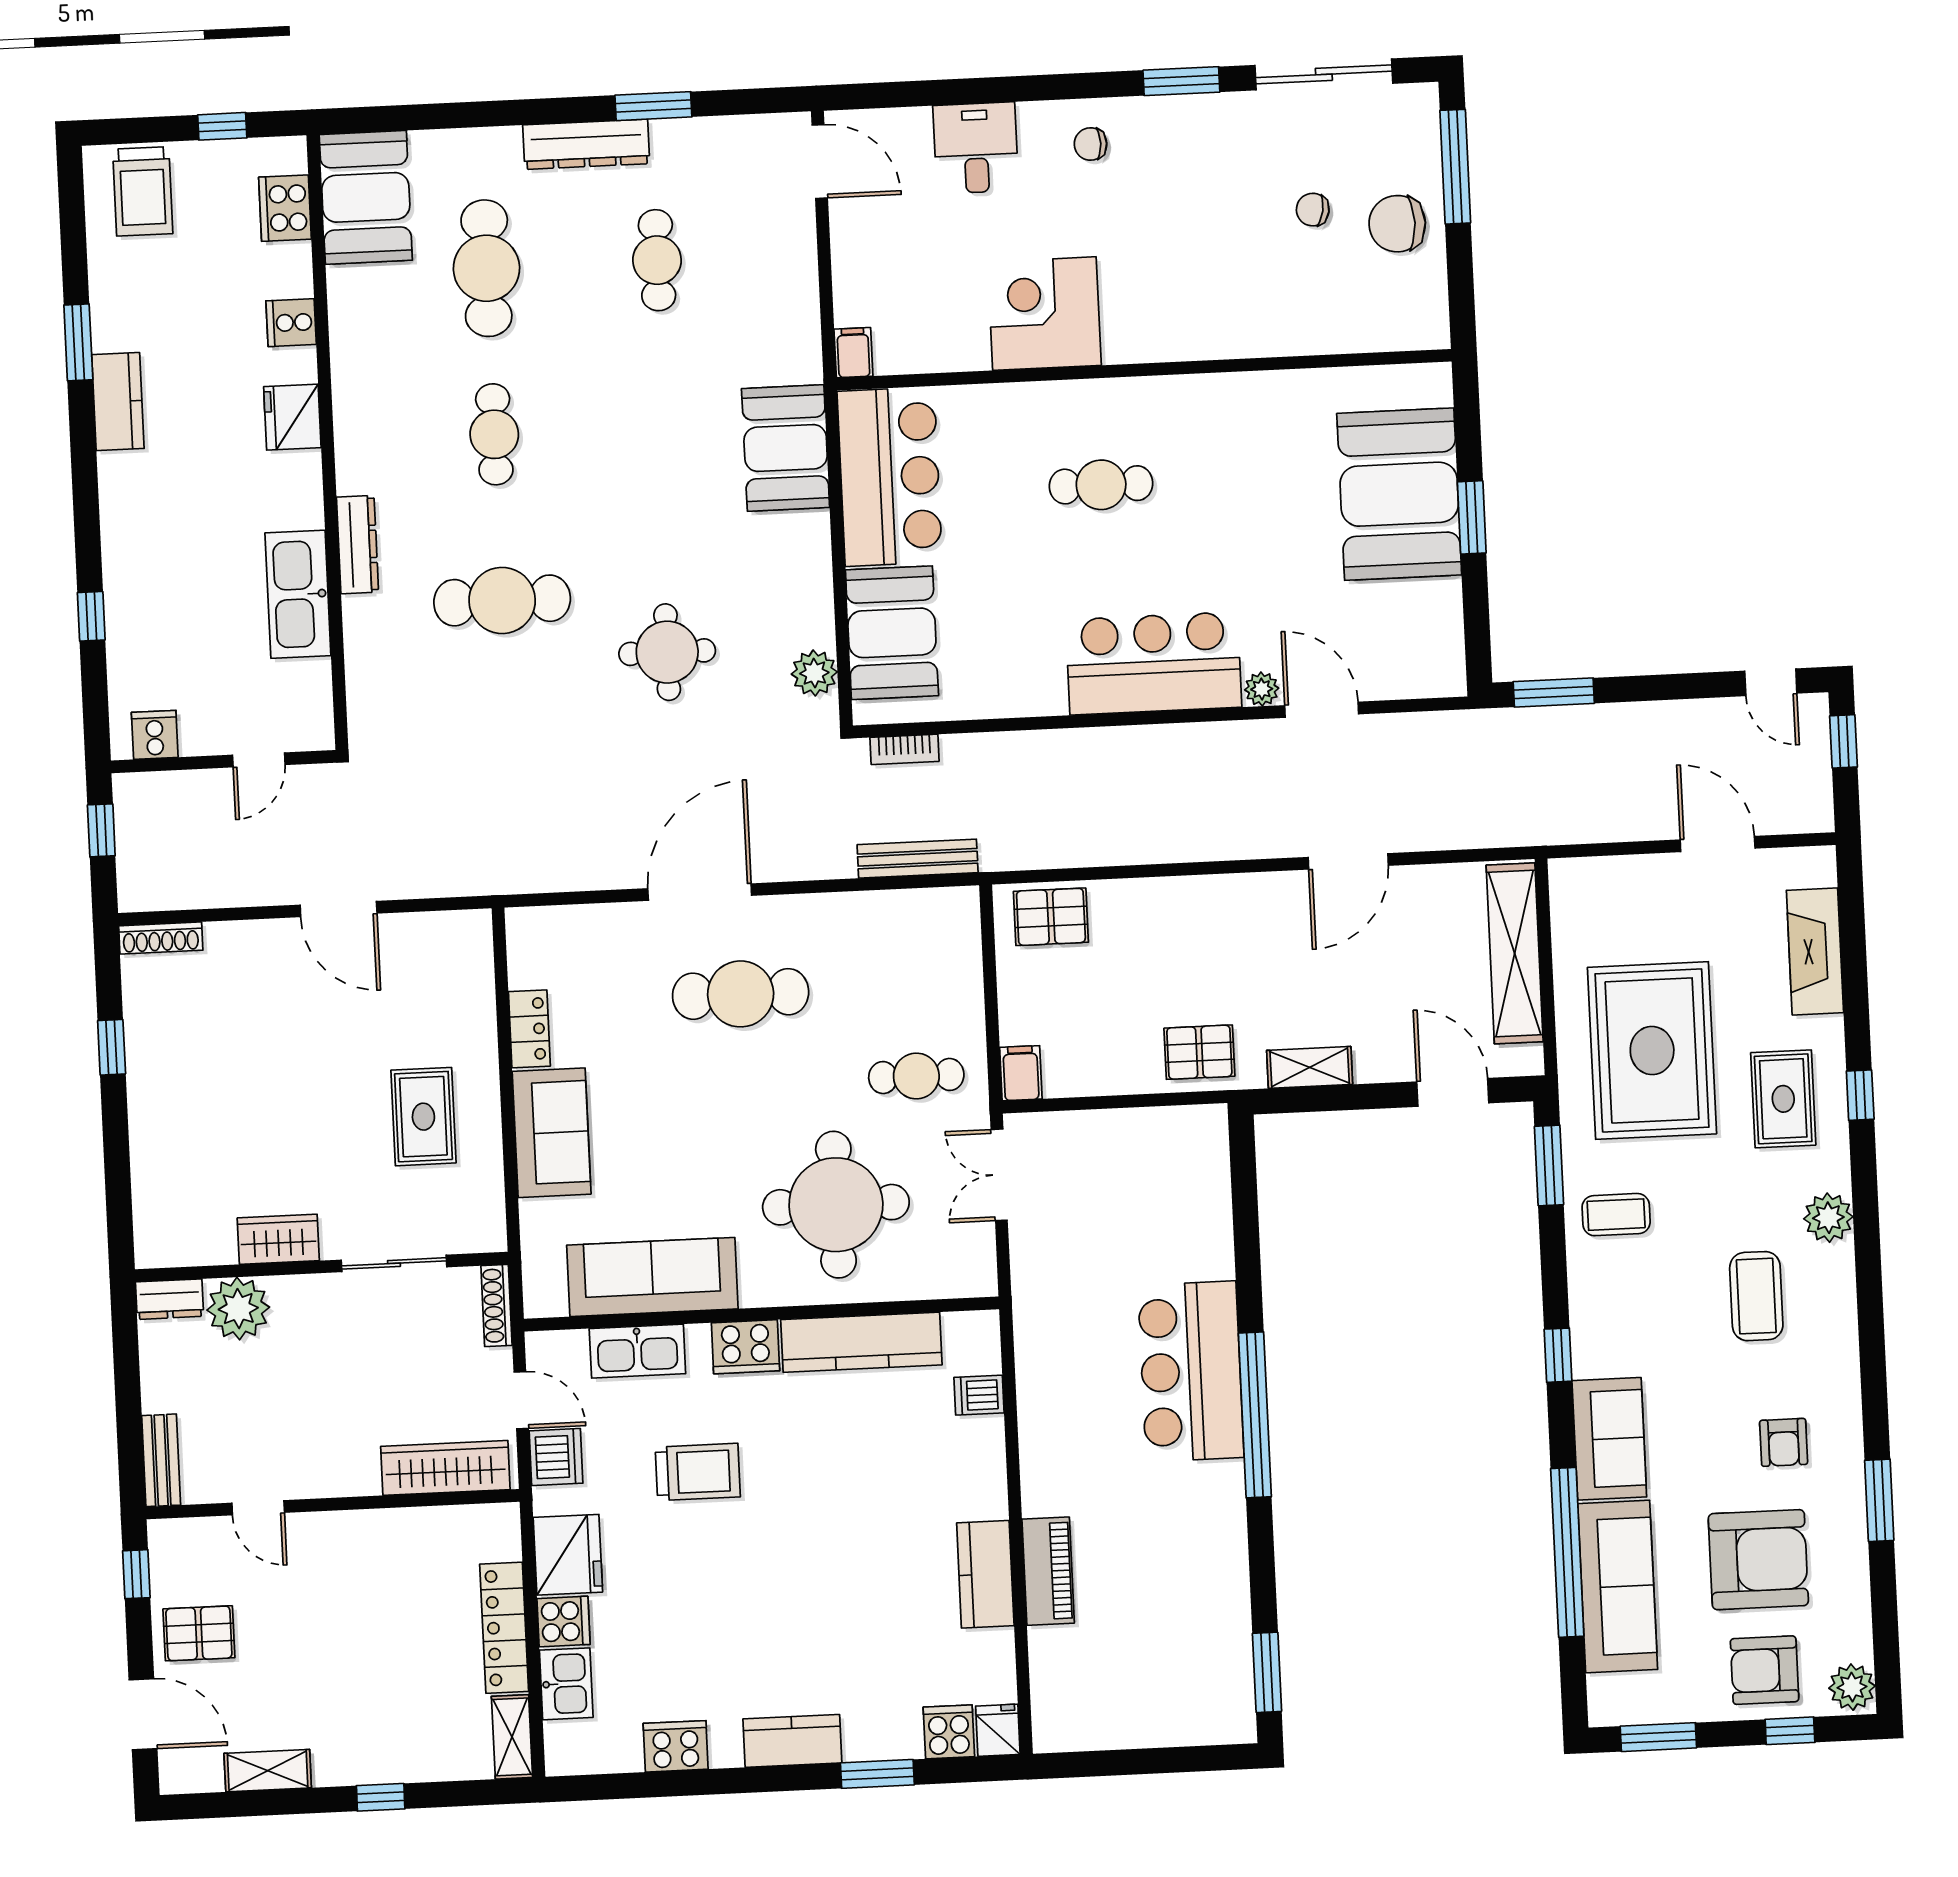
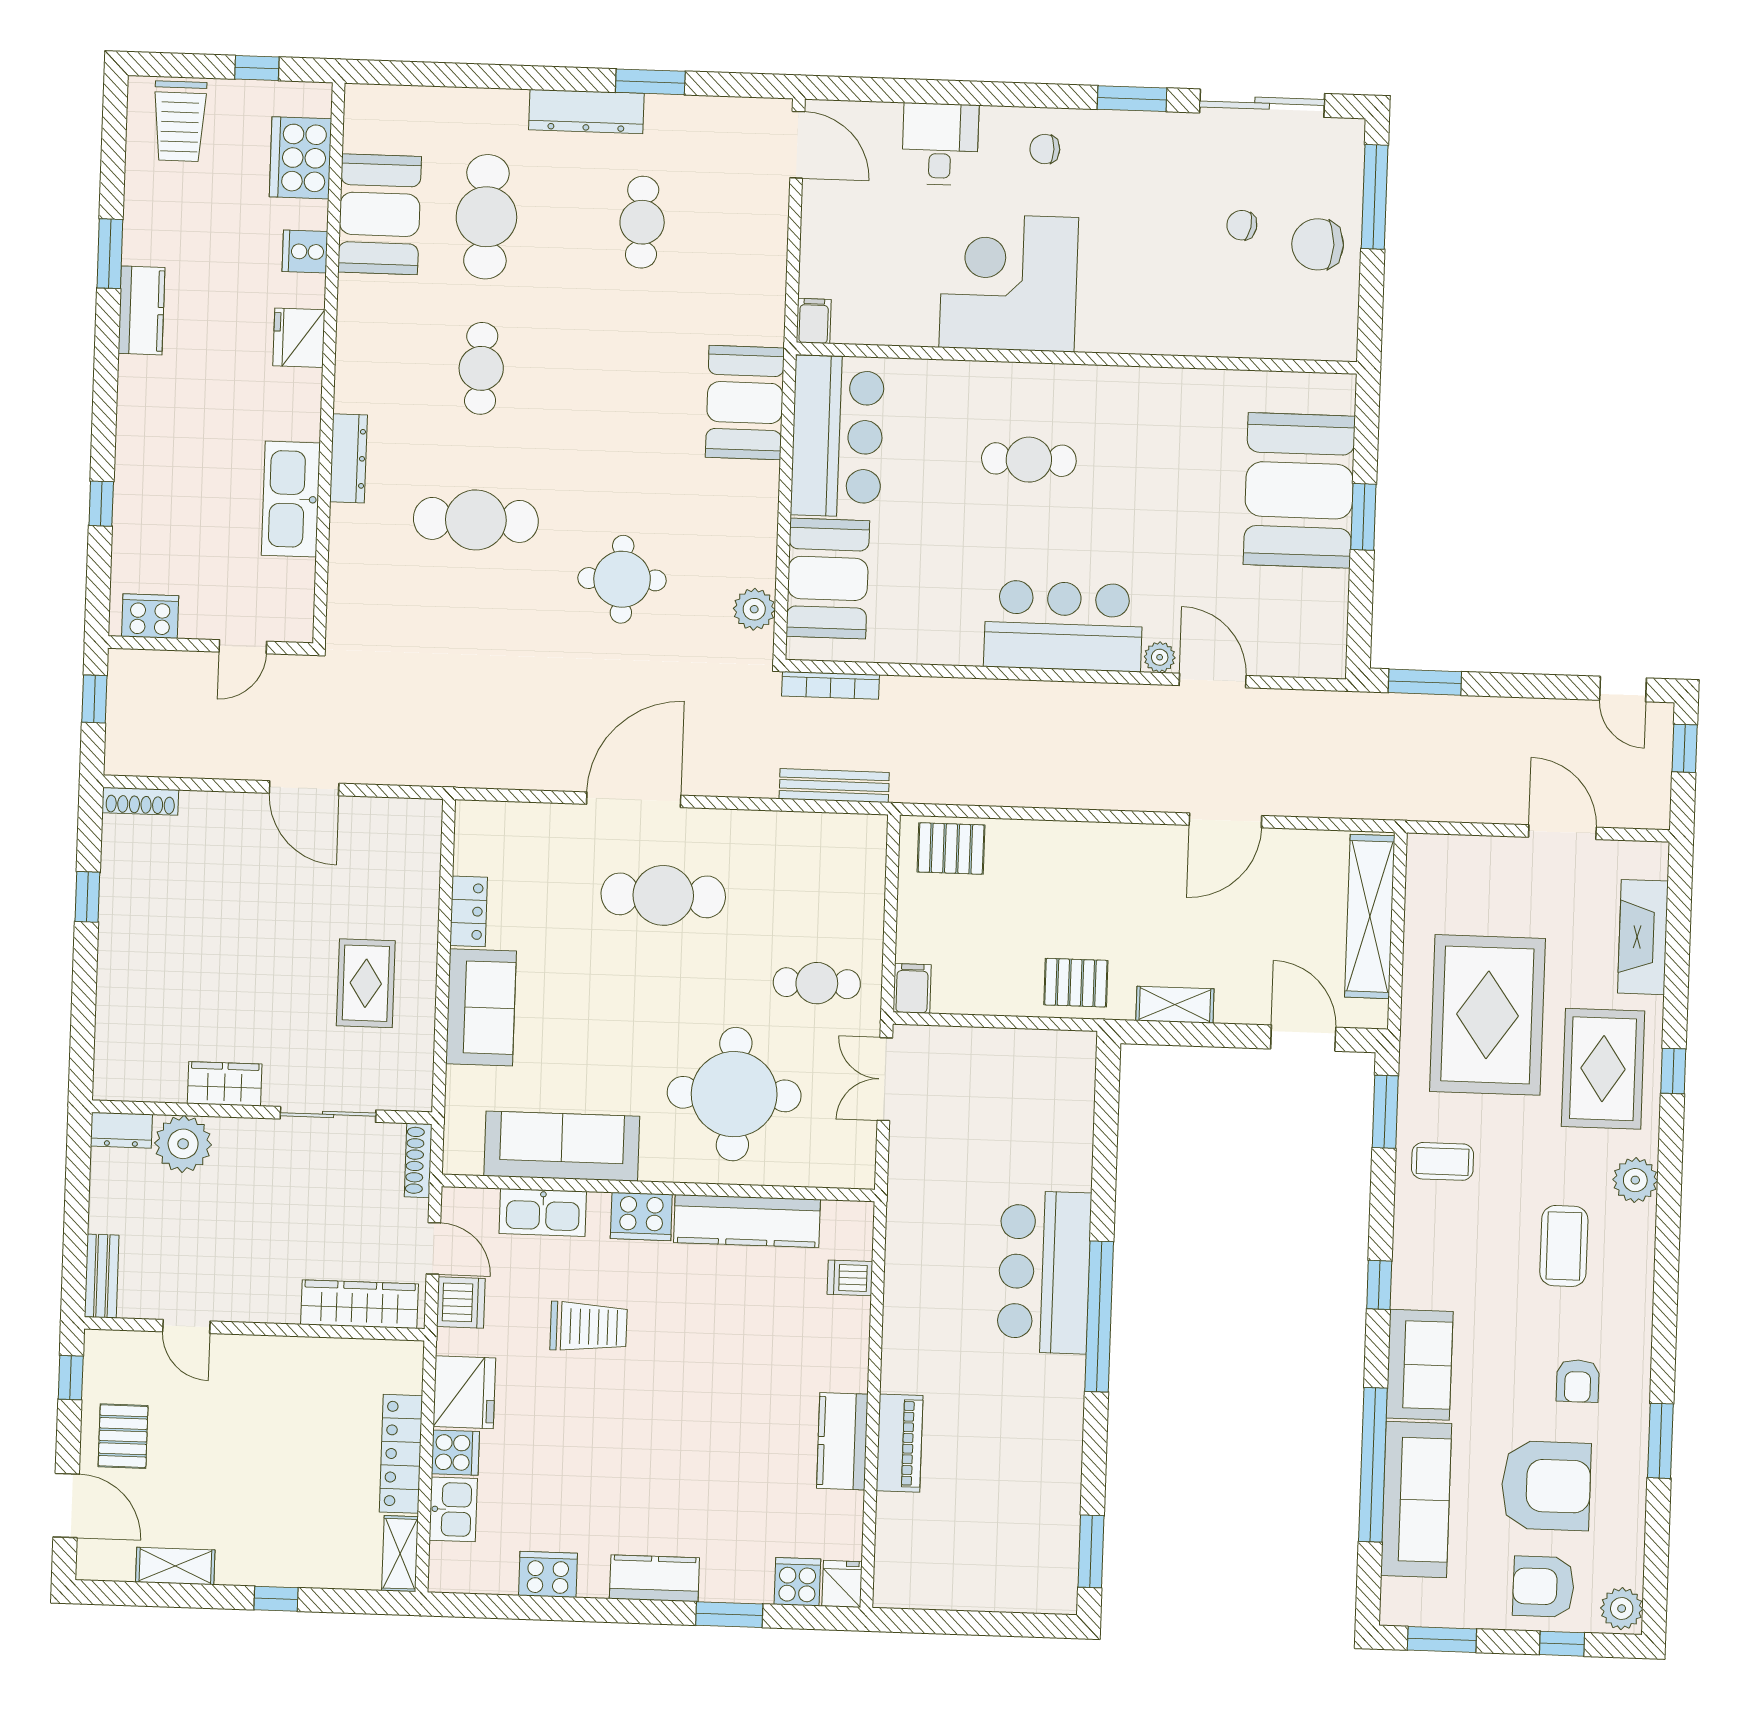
booth: (366, 197) -> (380, 214), moved
cooker: (285, 208) -> (300, 158), width x1.37, depth x1.31
corner desk: (1044, 314) -> (1009, 282), width x1.36, depth x1.36
cooker: (155, 735) -> (150, 616), width x1.36
bookcase: (905, 749) -> (830, 685), width x1.56
rug: (1783, 1099) -> (1603, 1069), width x1.36, depth x1.43
pallet: (199, 1633) -> (123, 1436), turned 90

